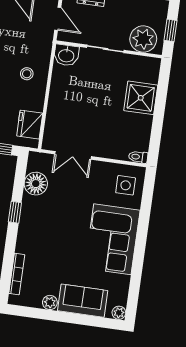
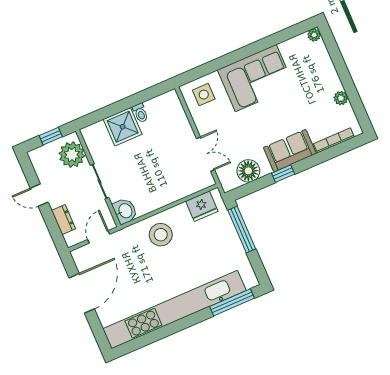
stool: (27, 74) -> (161, 235), width x1.89, depth x1.89
toilet: (138, 157) -> (140, 113), moved
sofa: (83, 301) -> (290, 151), moved, turned 90

